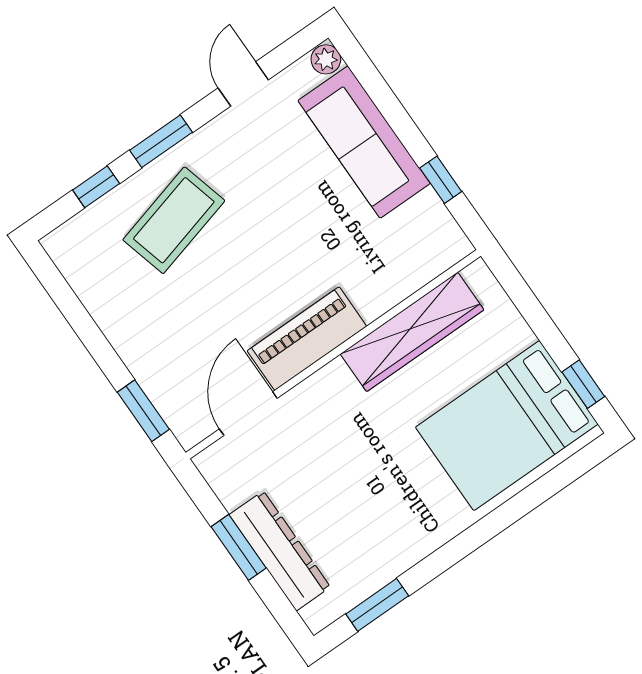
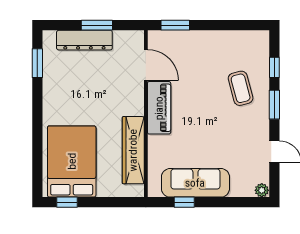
sofa: (364, 142) -> (195, 183), moved
coffee table: (174, 220) -> (241, 88), width x0.73, depth x0.76

